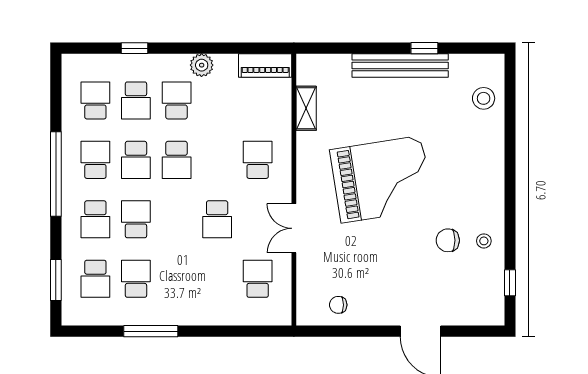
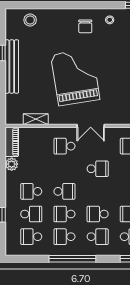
plant: (202, 65) -> (12, 164), moved
school desk: (136, 160) -> (64, 214), turned 180
double door: (294, 228) -> (91, 126), moved
chair: (448, 240) -> (85, 26), moved

